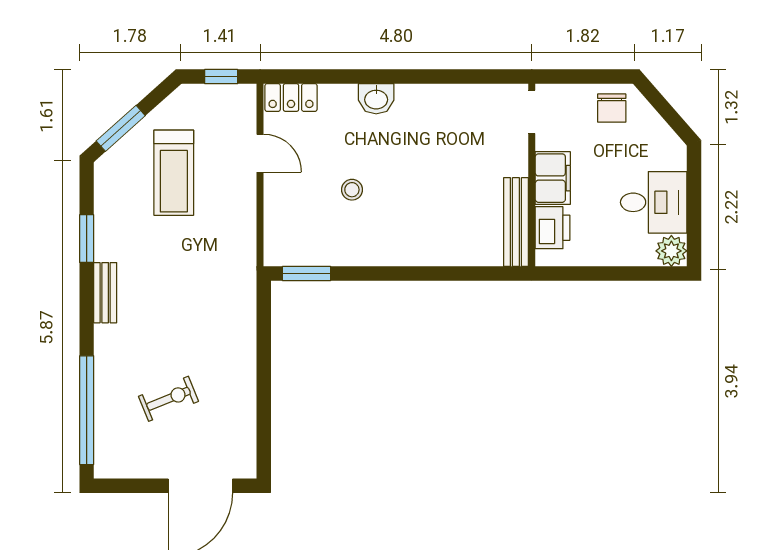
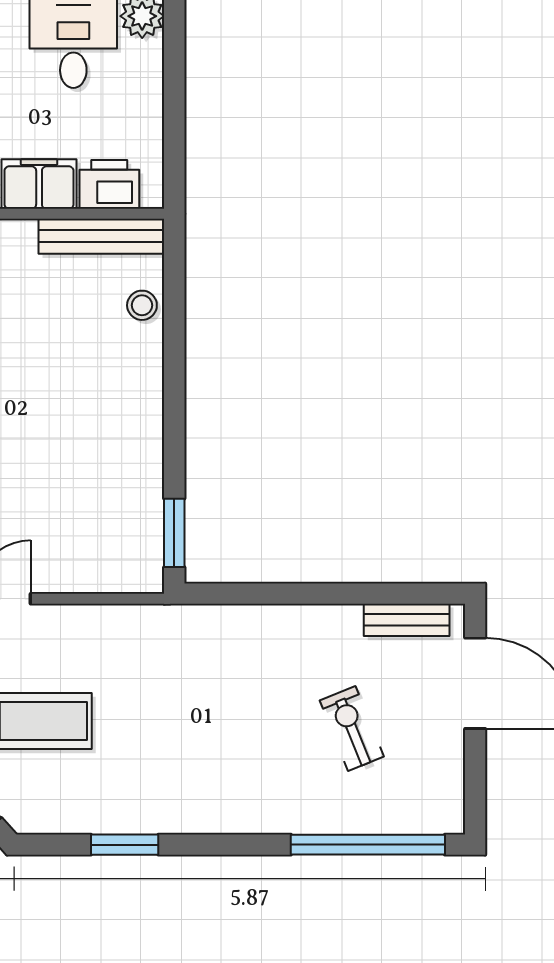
stool: (352, 190) -> (142, 305), moved
bench: (105, 293) -> (407, 620), moved

